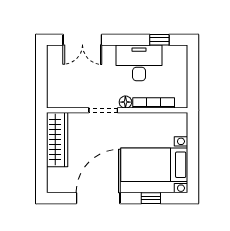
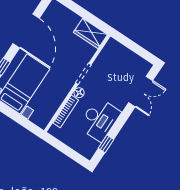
double door: (82, 40) -> (141, 92), swing flipped
wardrobe: (57, 140) -> (91, 33), width x0.67

